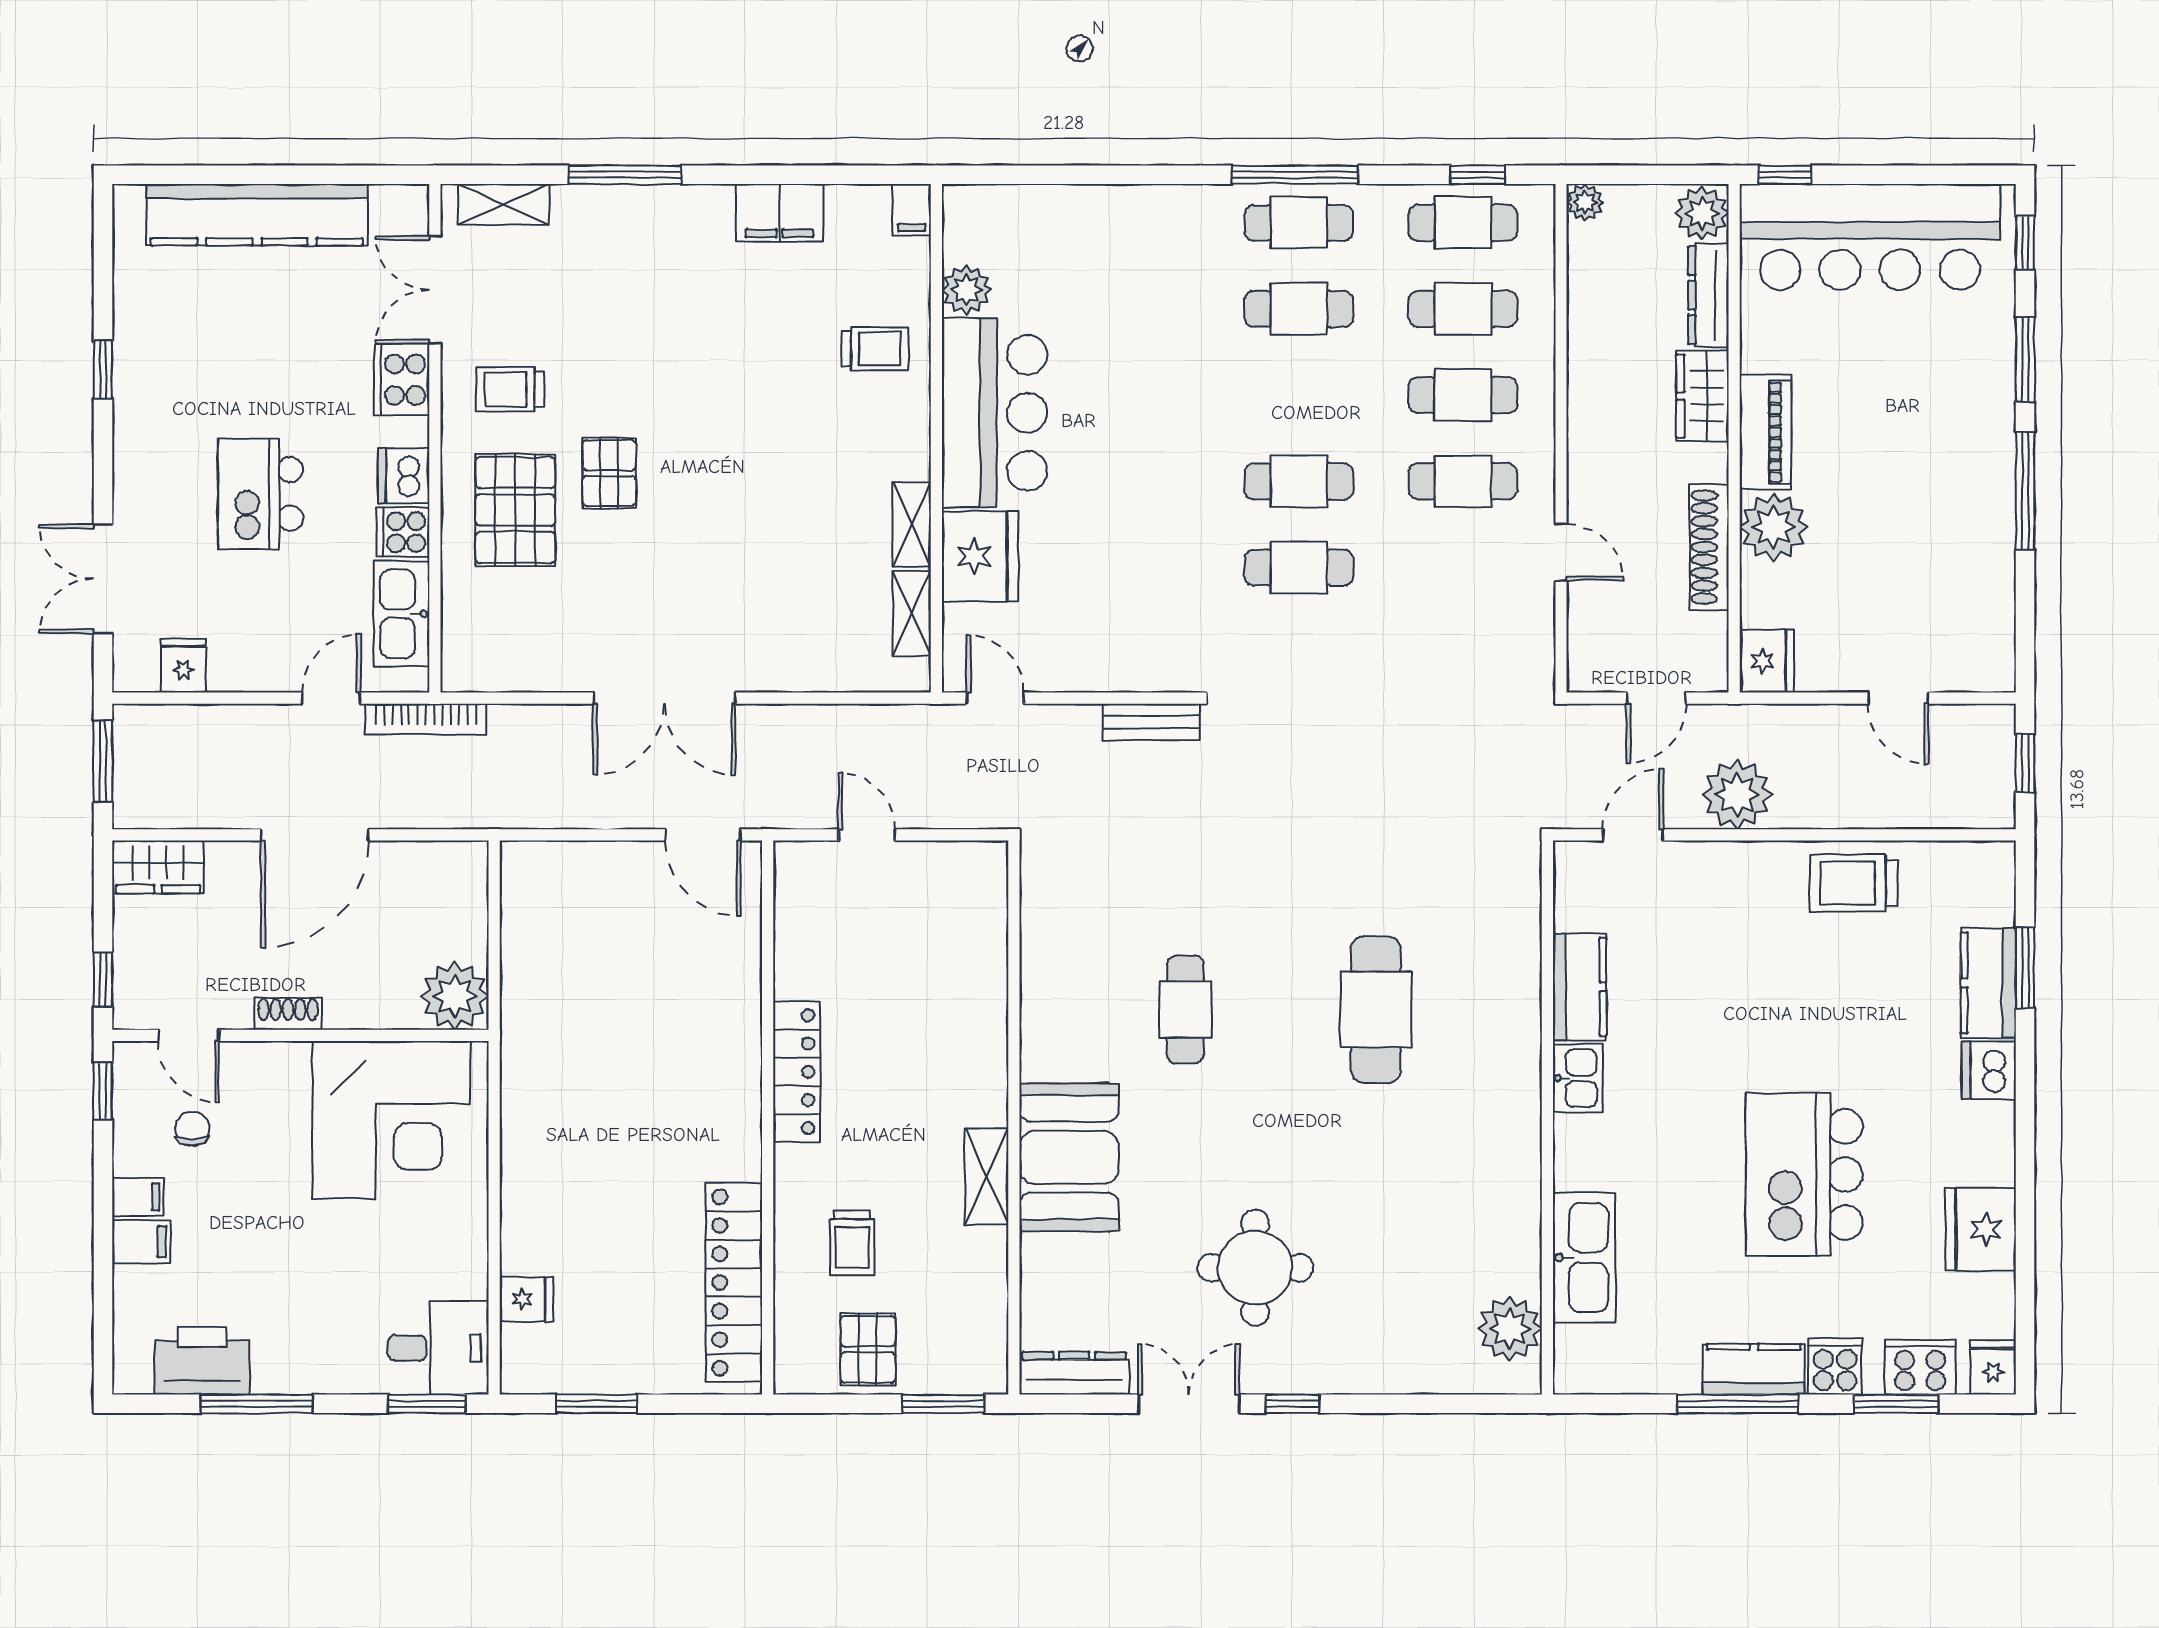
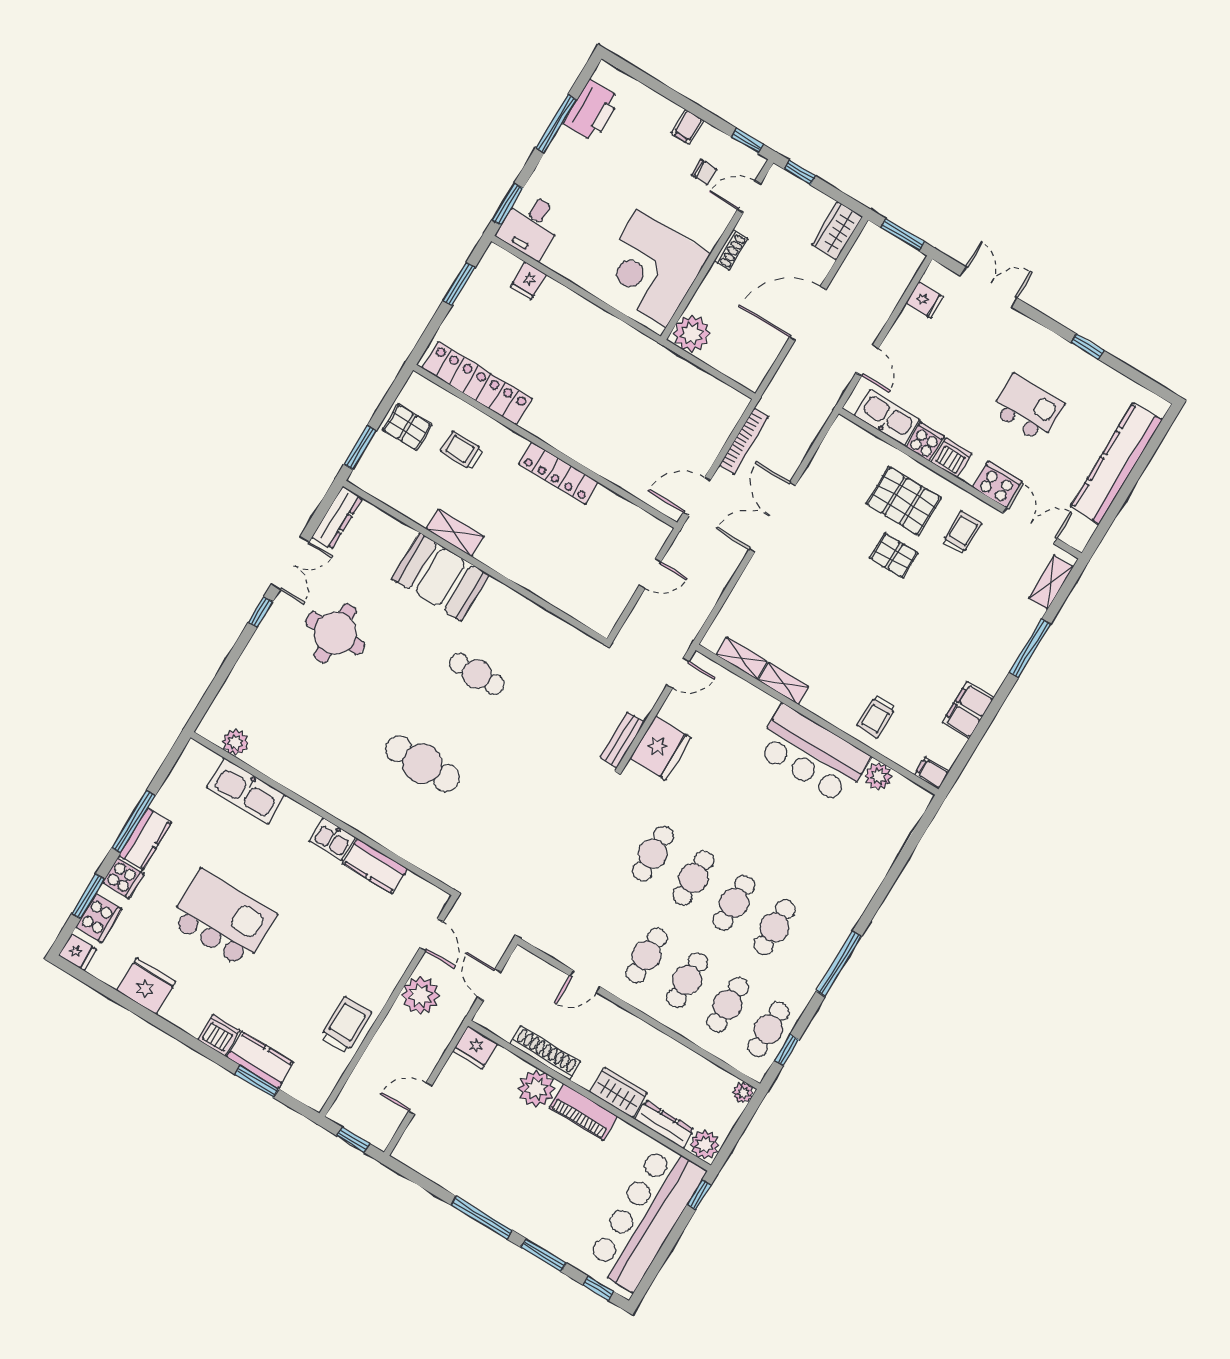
cafe table: (1299, 223) -> (734, 903), moved
kitchen island: (261, 494) -> (1027, 408), moved
fridge: (980, 556) -> (661, 748), moved, turned -90
bookcase: (426, 719) -> (744, 441), moved, turned 180
door: (315, 835) -> (808, 314), hinge flipped
filing cabinet: (141, 1242) -> (665, 116), removed
plant: (1510, 1329) -> (235, 742), width x0.73, depth x0.73

